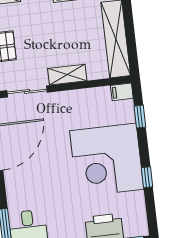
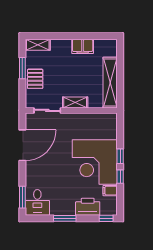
filing cabinet: (122, 92) -> (110, 191), moved
window: (140, 117) -> (120, 156), moved

